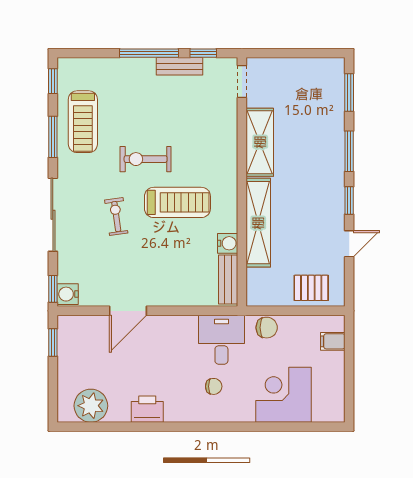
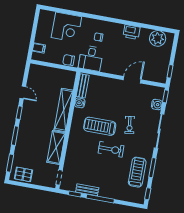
door: (349, 244) -> (23, 92), swing flipped
pallet: (311, 288) -> (23, 174), moved
water cooler: (68, 294) -> (157, 105), moved

